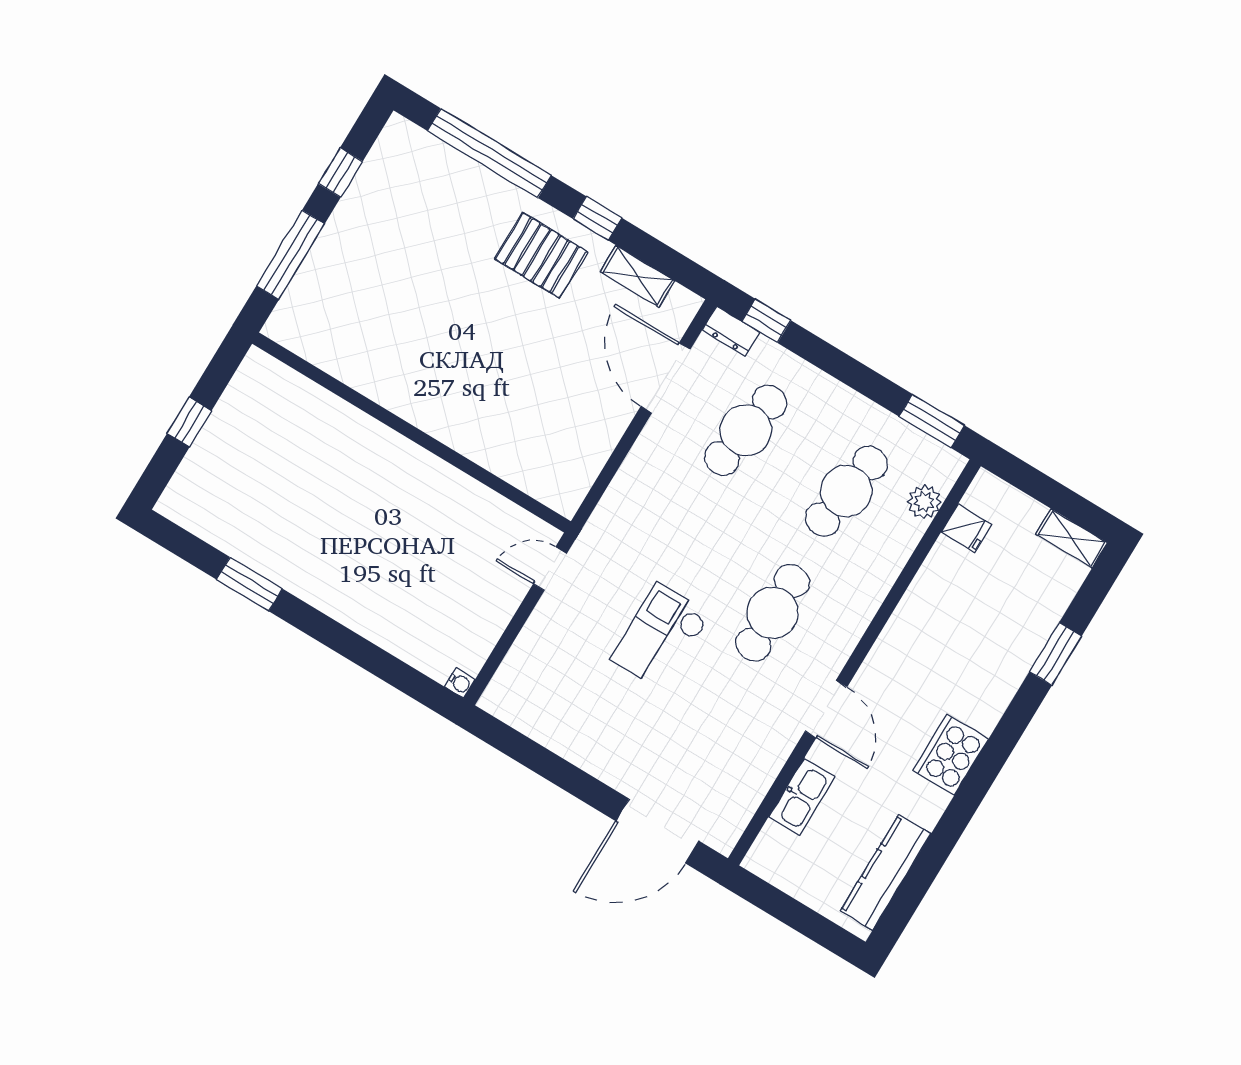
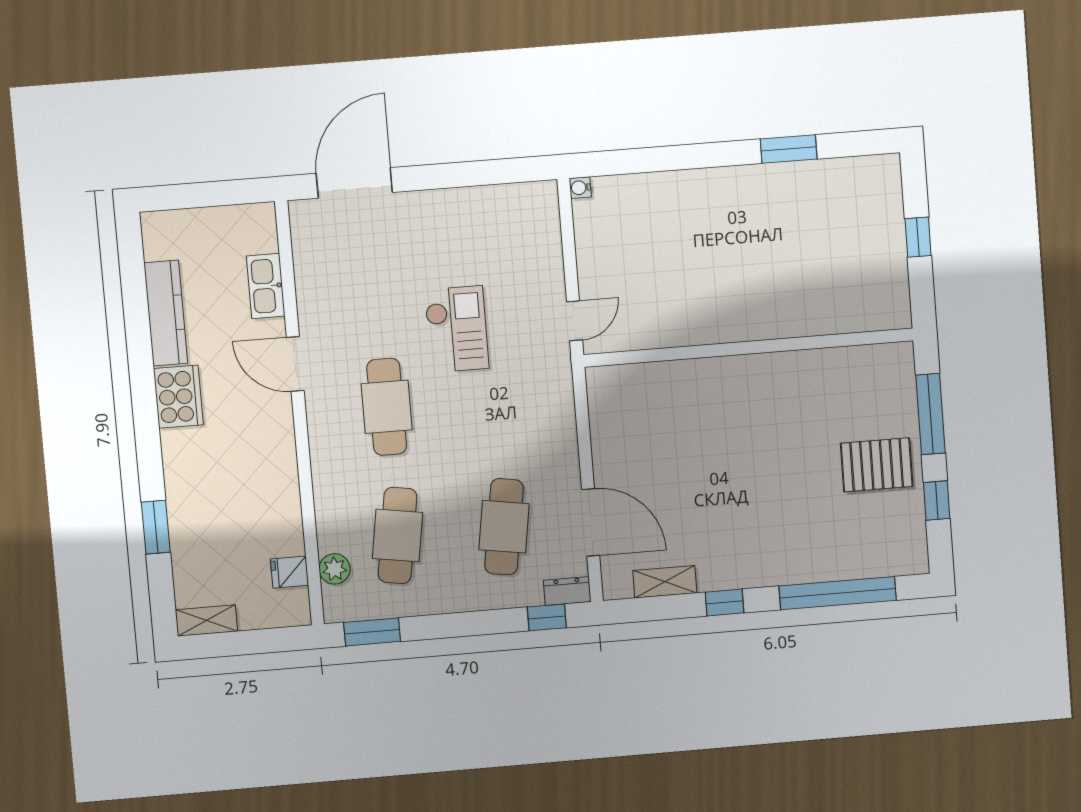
pallet: (541, 255) -> (877, 465), moved
kitchen counter: (886, 872) -> (166, 313), moved

